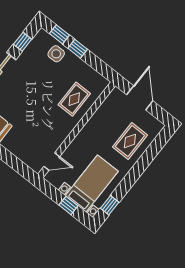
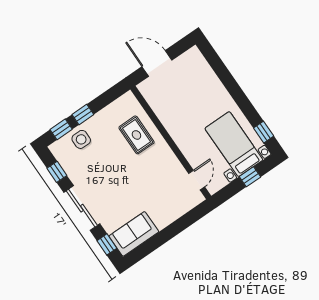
rug: (130, 141) -> (200, 88), removed

